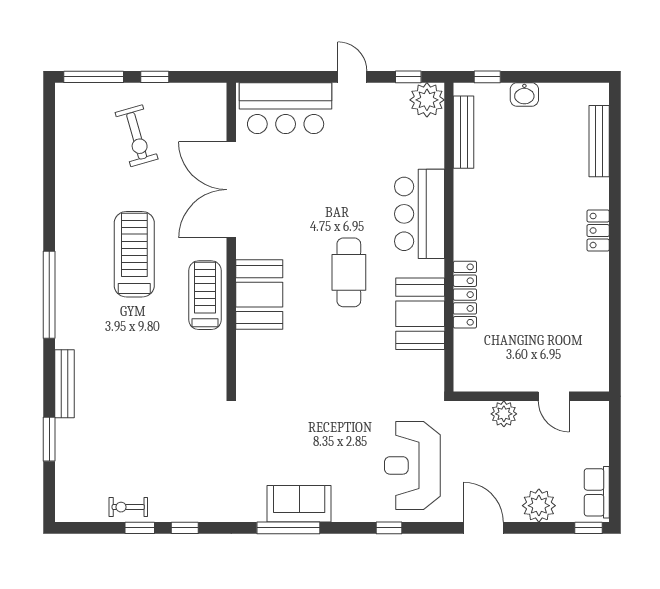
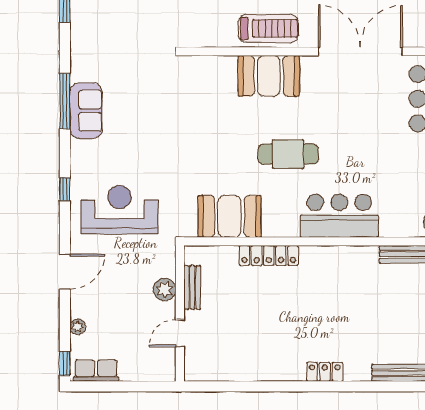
booth: (420, 314) -> (230, 216), moved
bench: (501, 382) -> (192, 287), added
plant: (539, 506) -> (78, 327), width x0.53, depth x0.53

